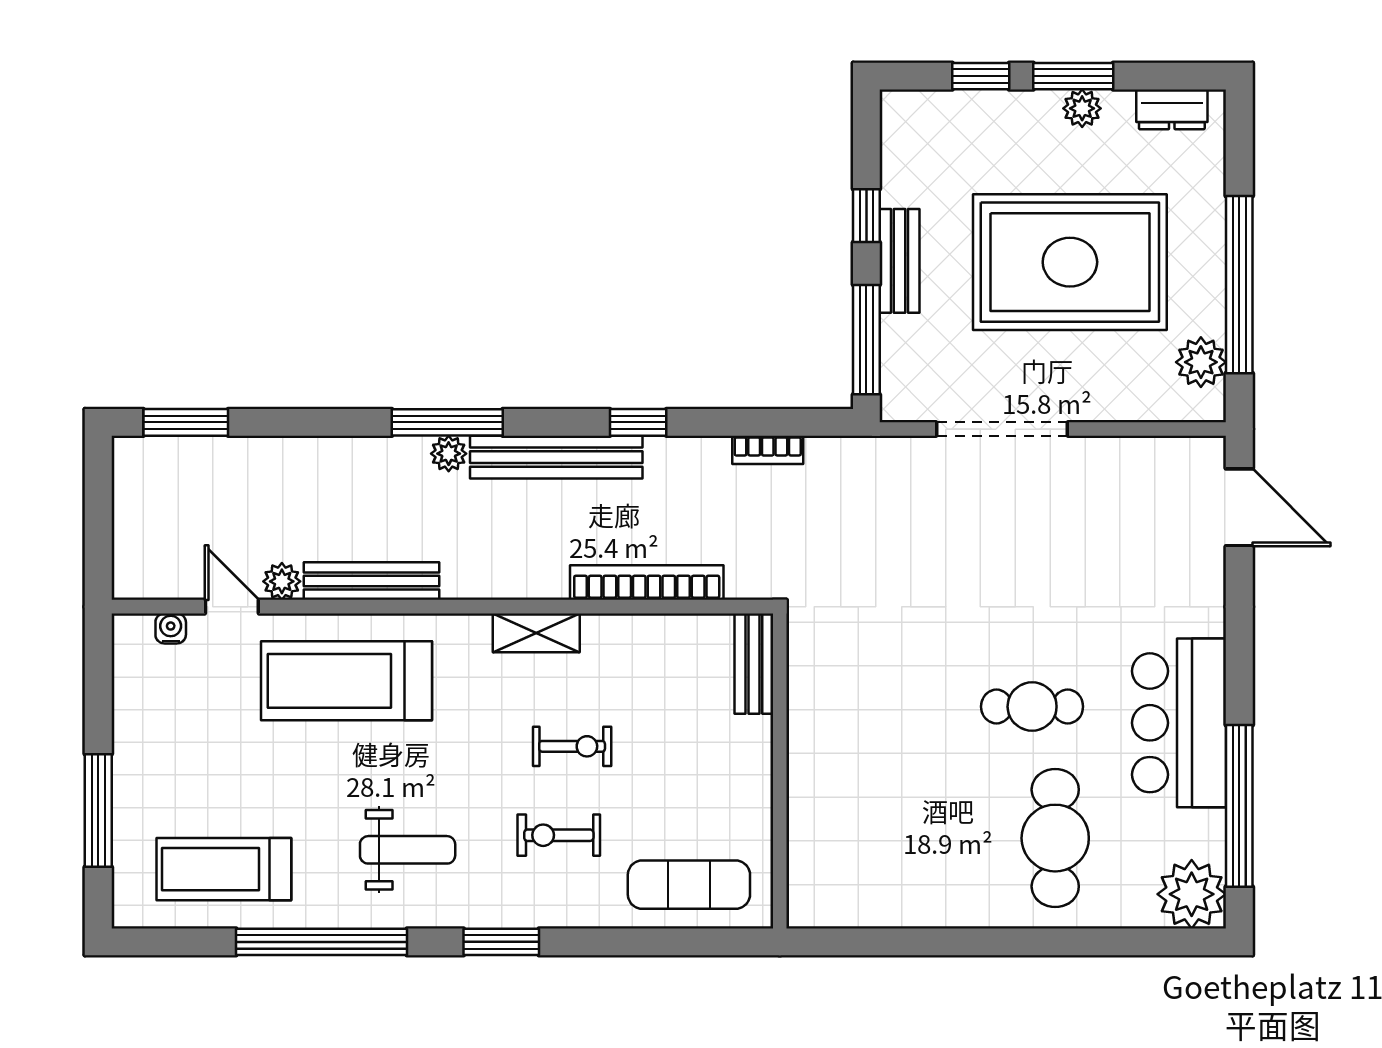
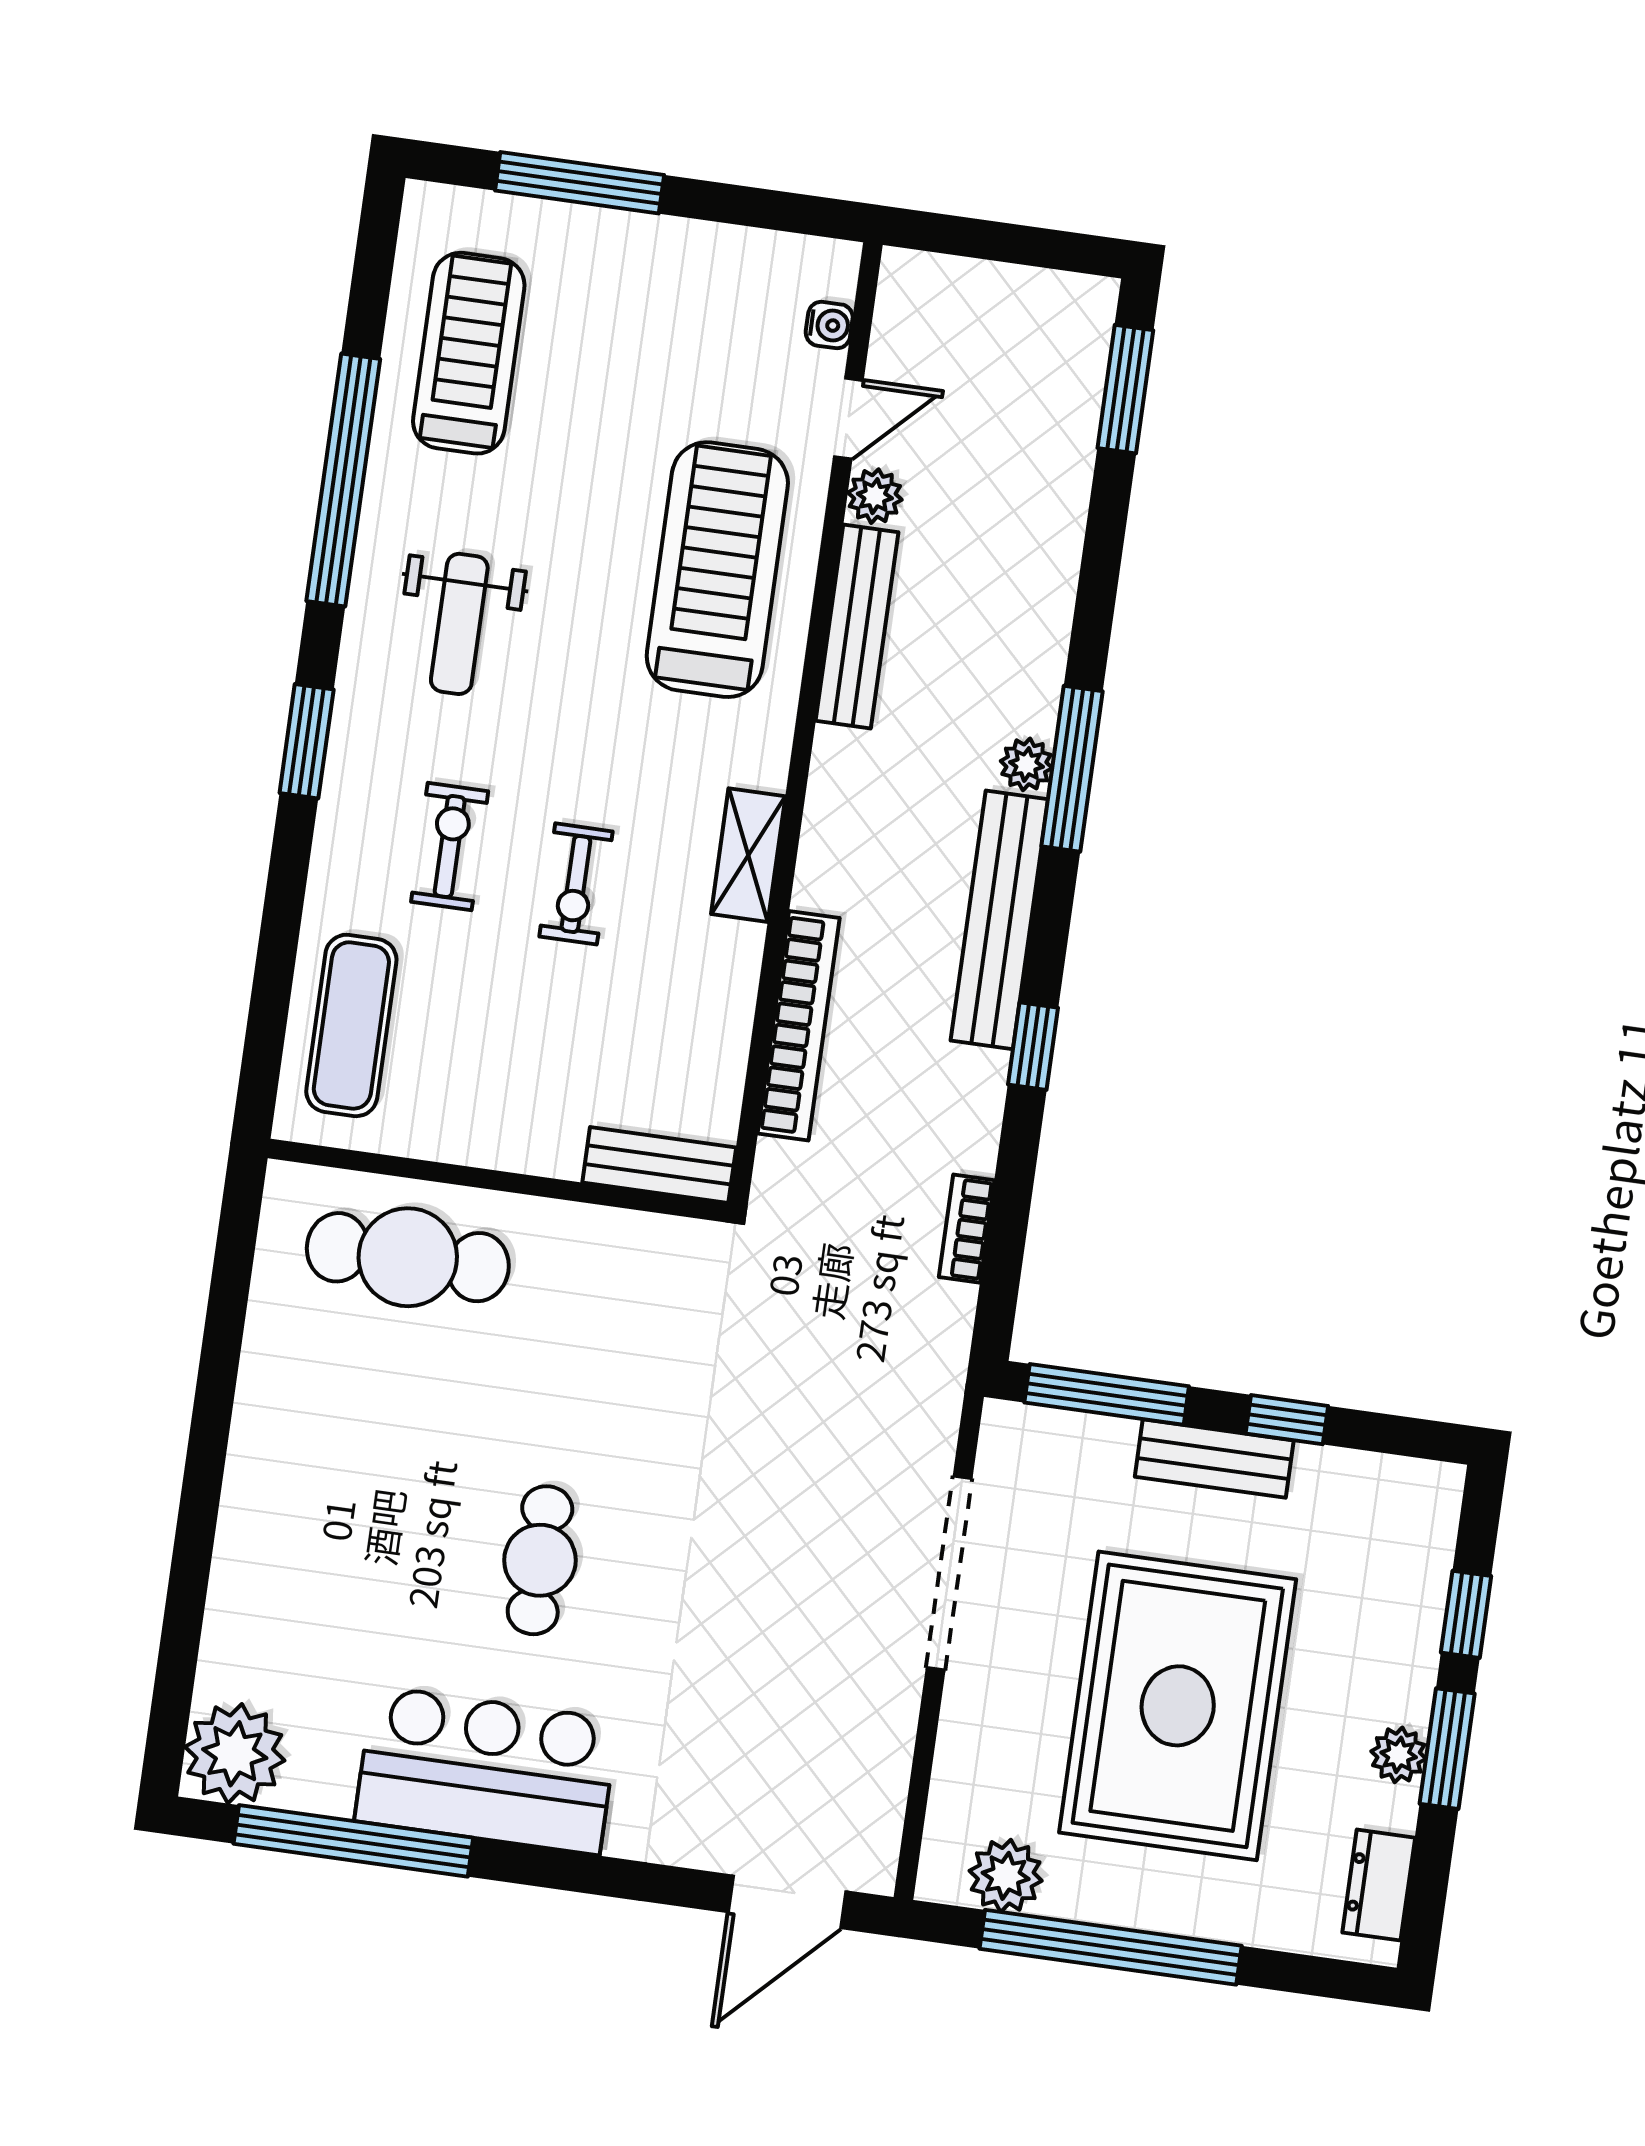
cafe table: (1055, 838) -> (408, 1257), moved

